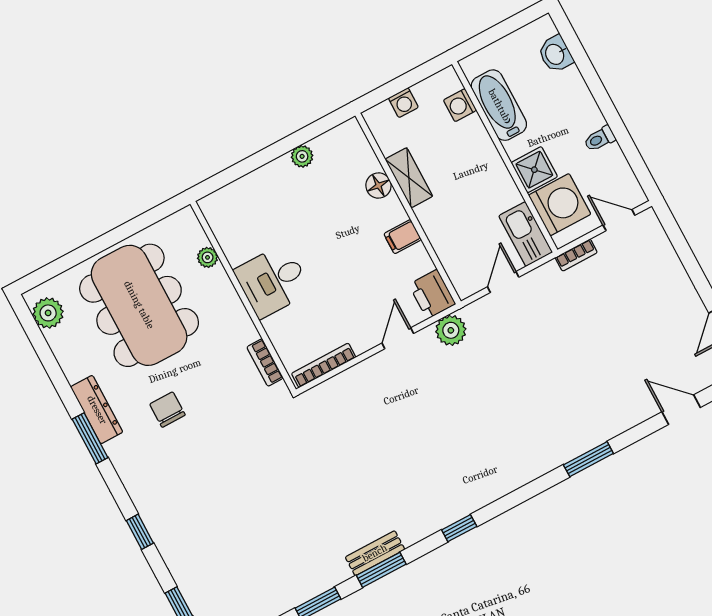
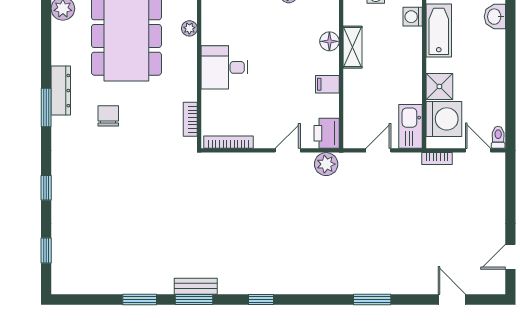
toilet: (600, 139) -> (498, 137), moved, turned 90

